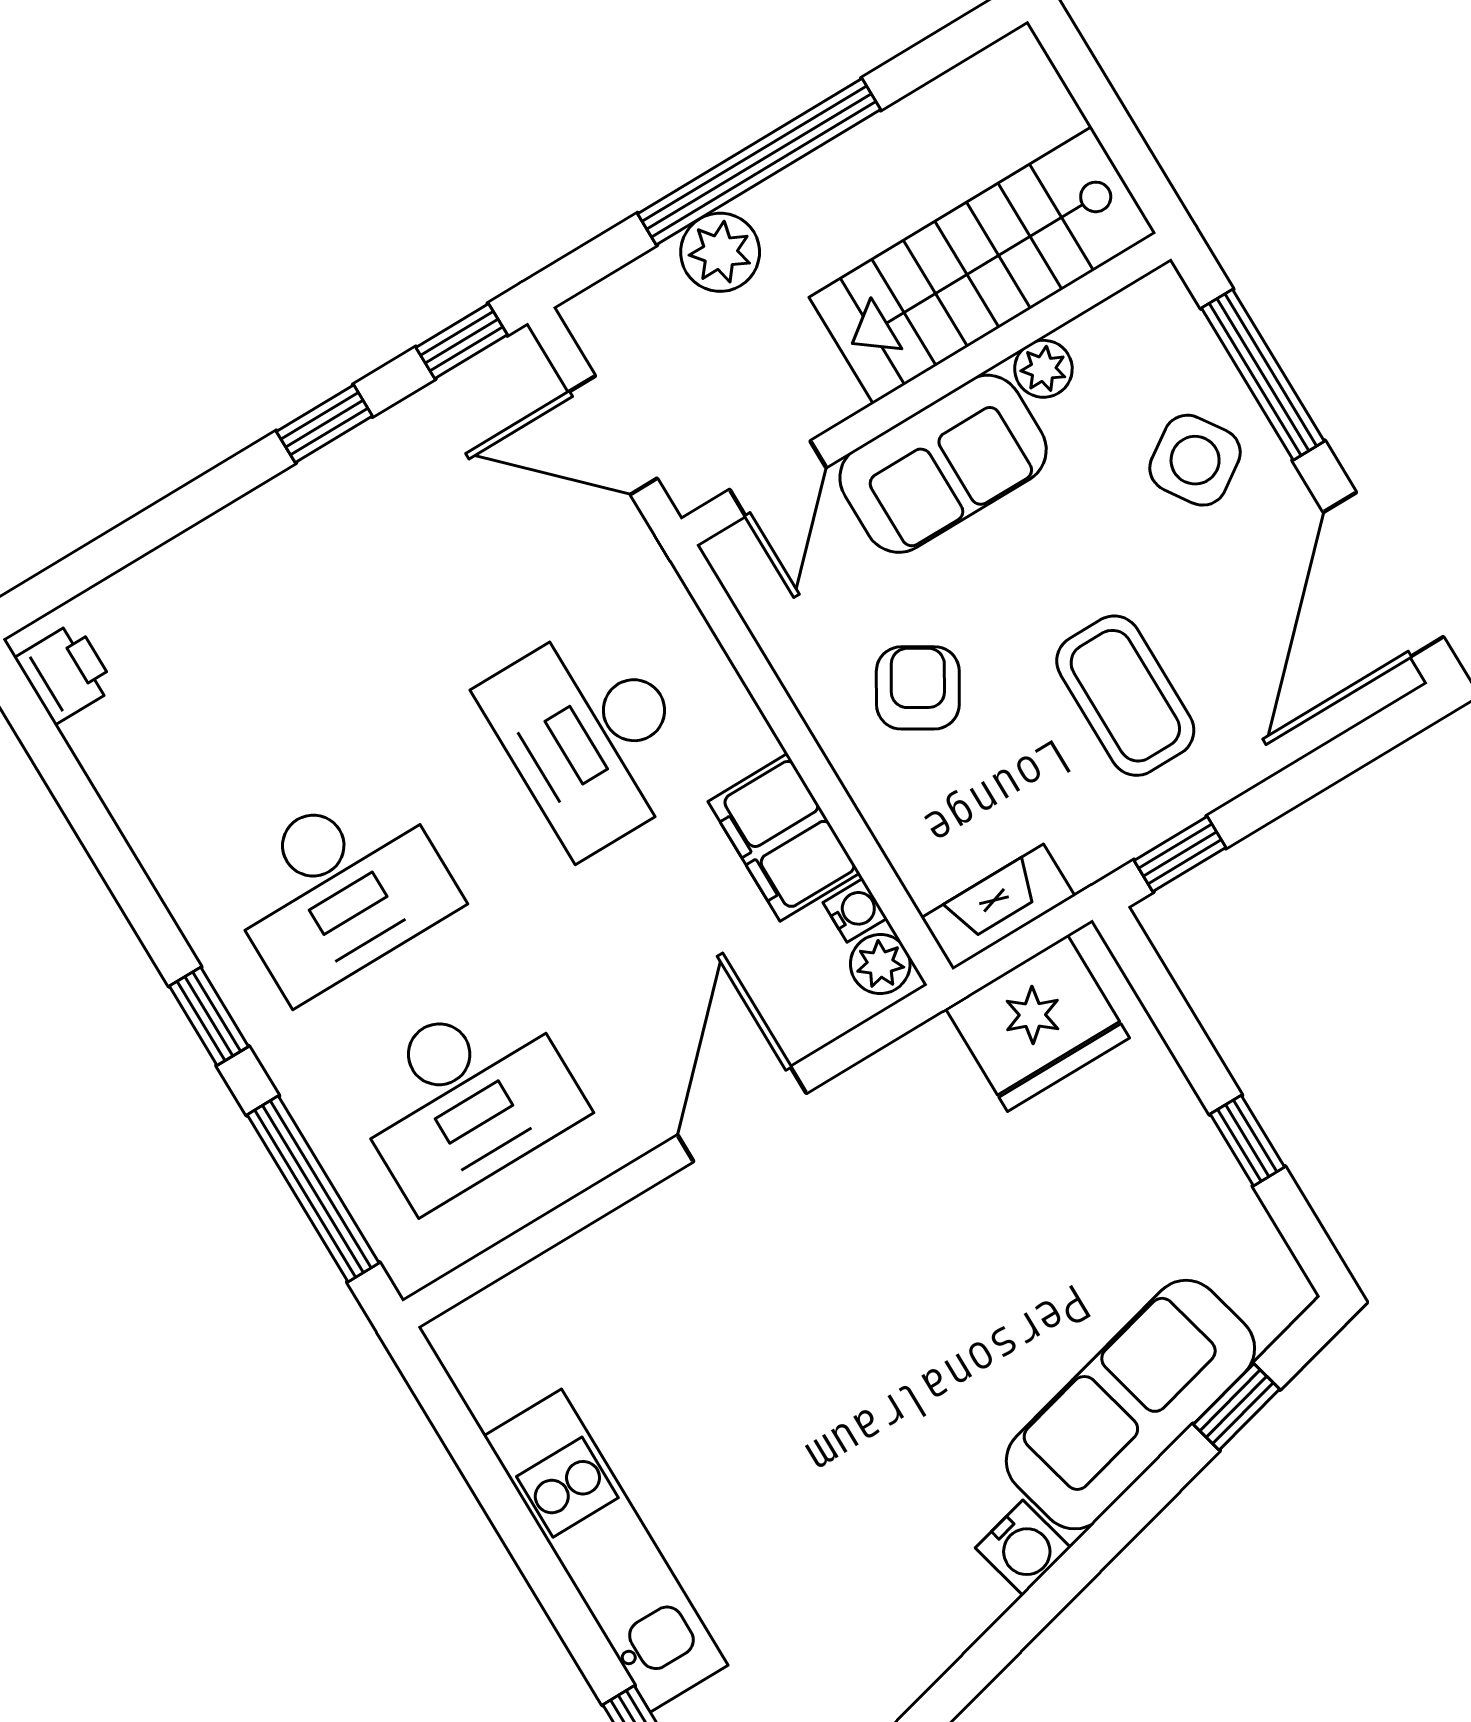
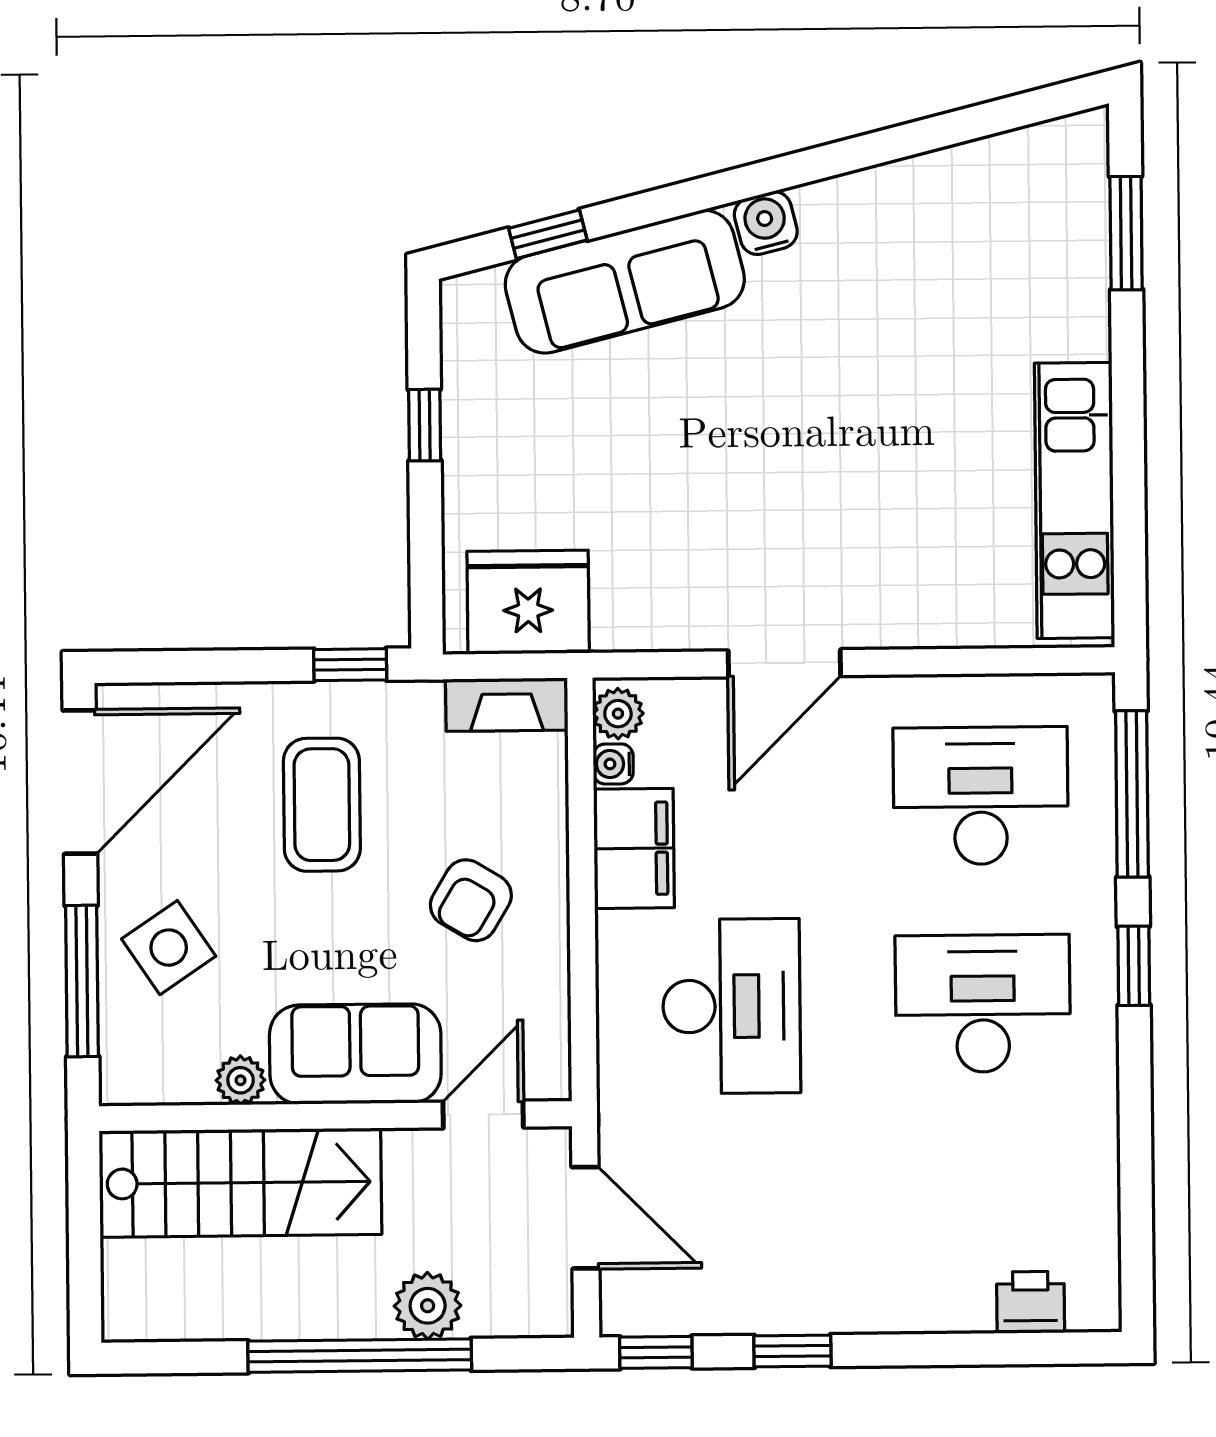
printer: (65, 673) -> (1030, 1302), moved, turned 90
kitchen unit: (606, 1551) -> (1075, 500), moved

